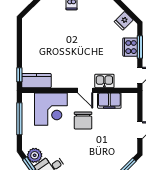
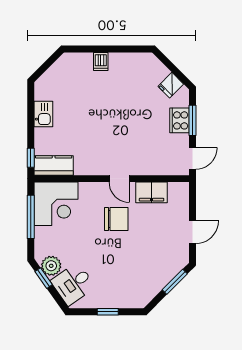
kitchen sink: (104, 81) -> (43, 114), moved, turned 90
corner desk: (51, 109) -> (56, 204), moved
chair: (83, 120) -> (116, 219), turned -90

